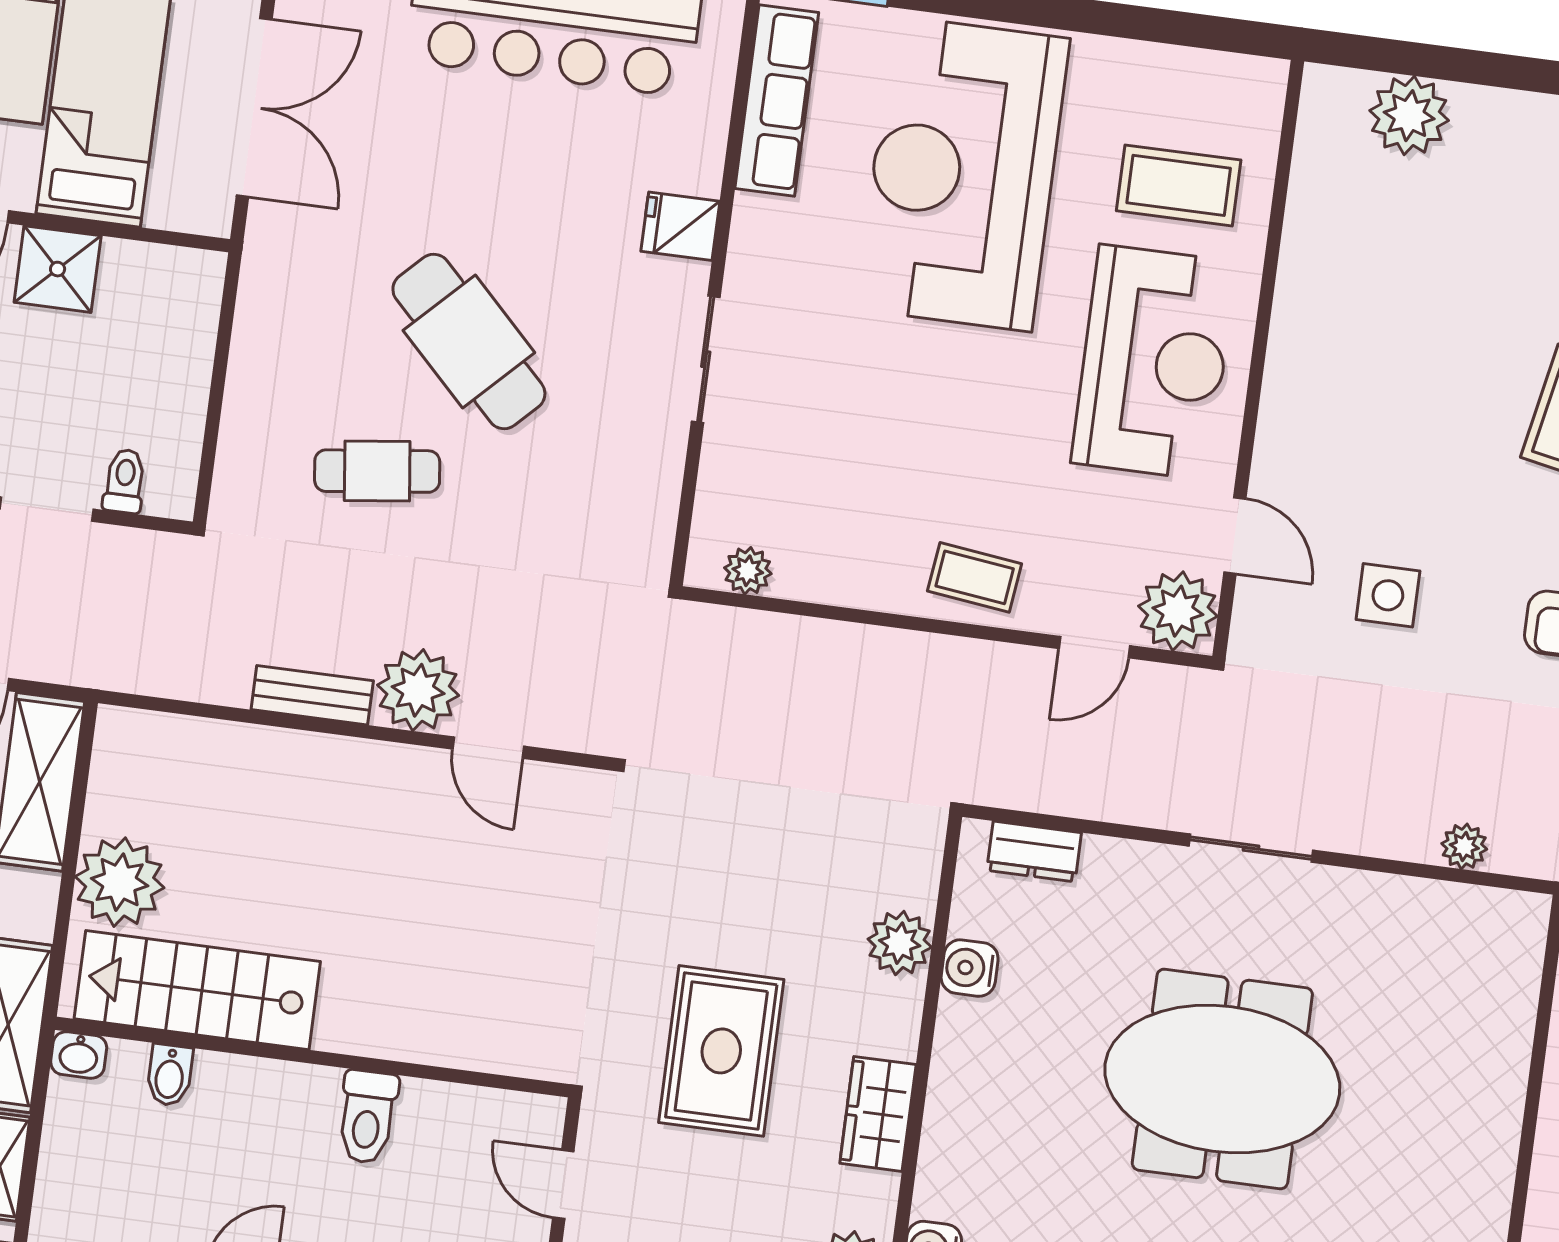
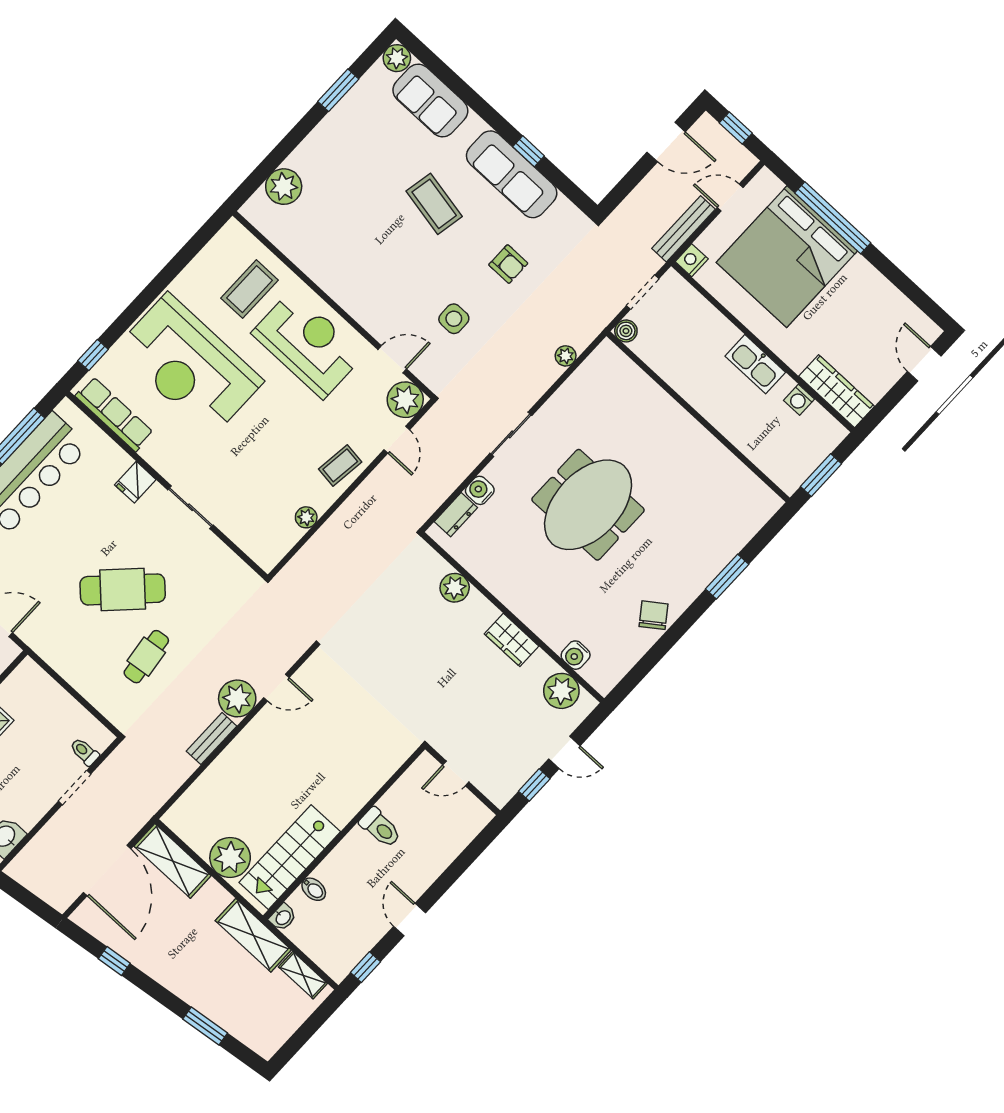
plant: (748, 571) -> (306, 517), moved
water cooler: (970, 968) -> (480, 490), moved, turned 90
rug: (721, 1051) -> (448, 681), removed

